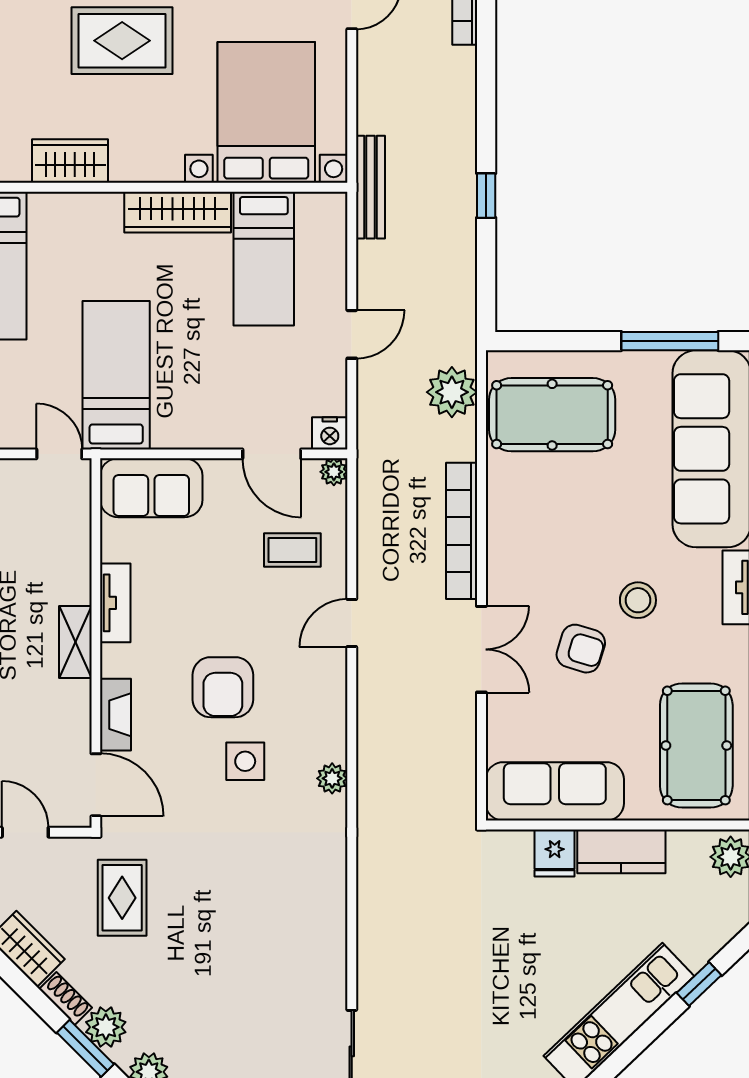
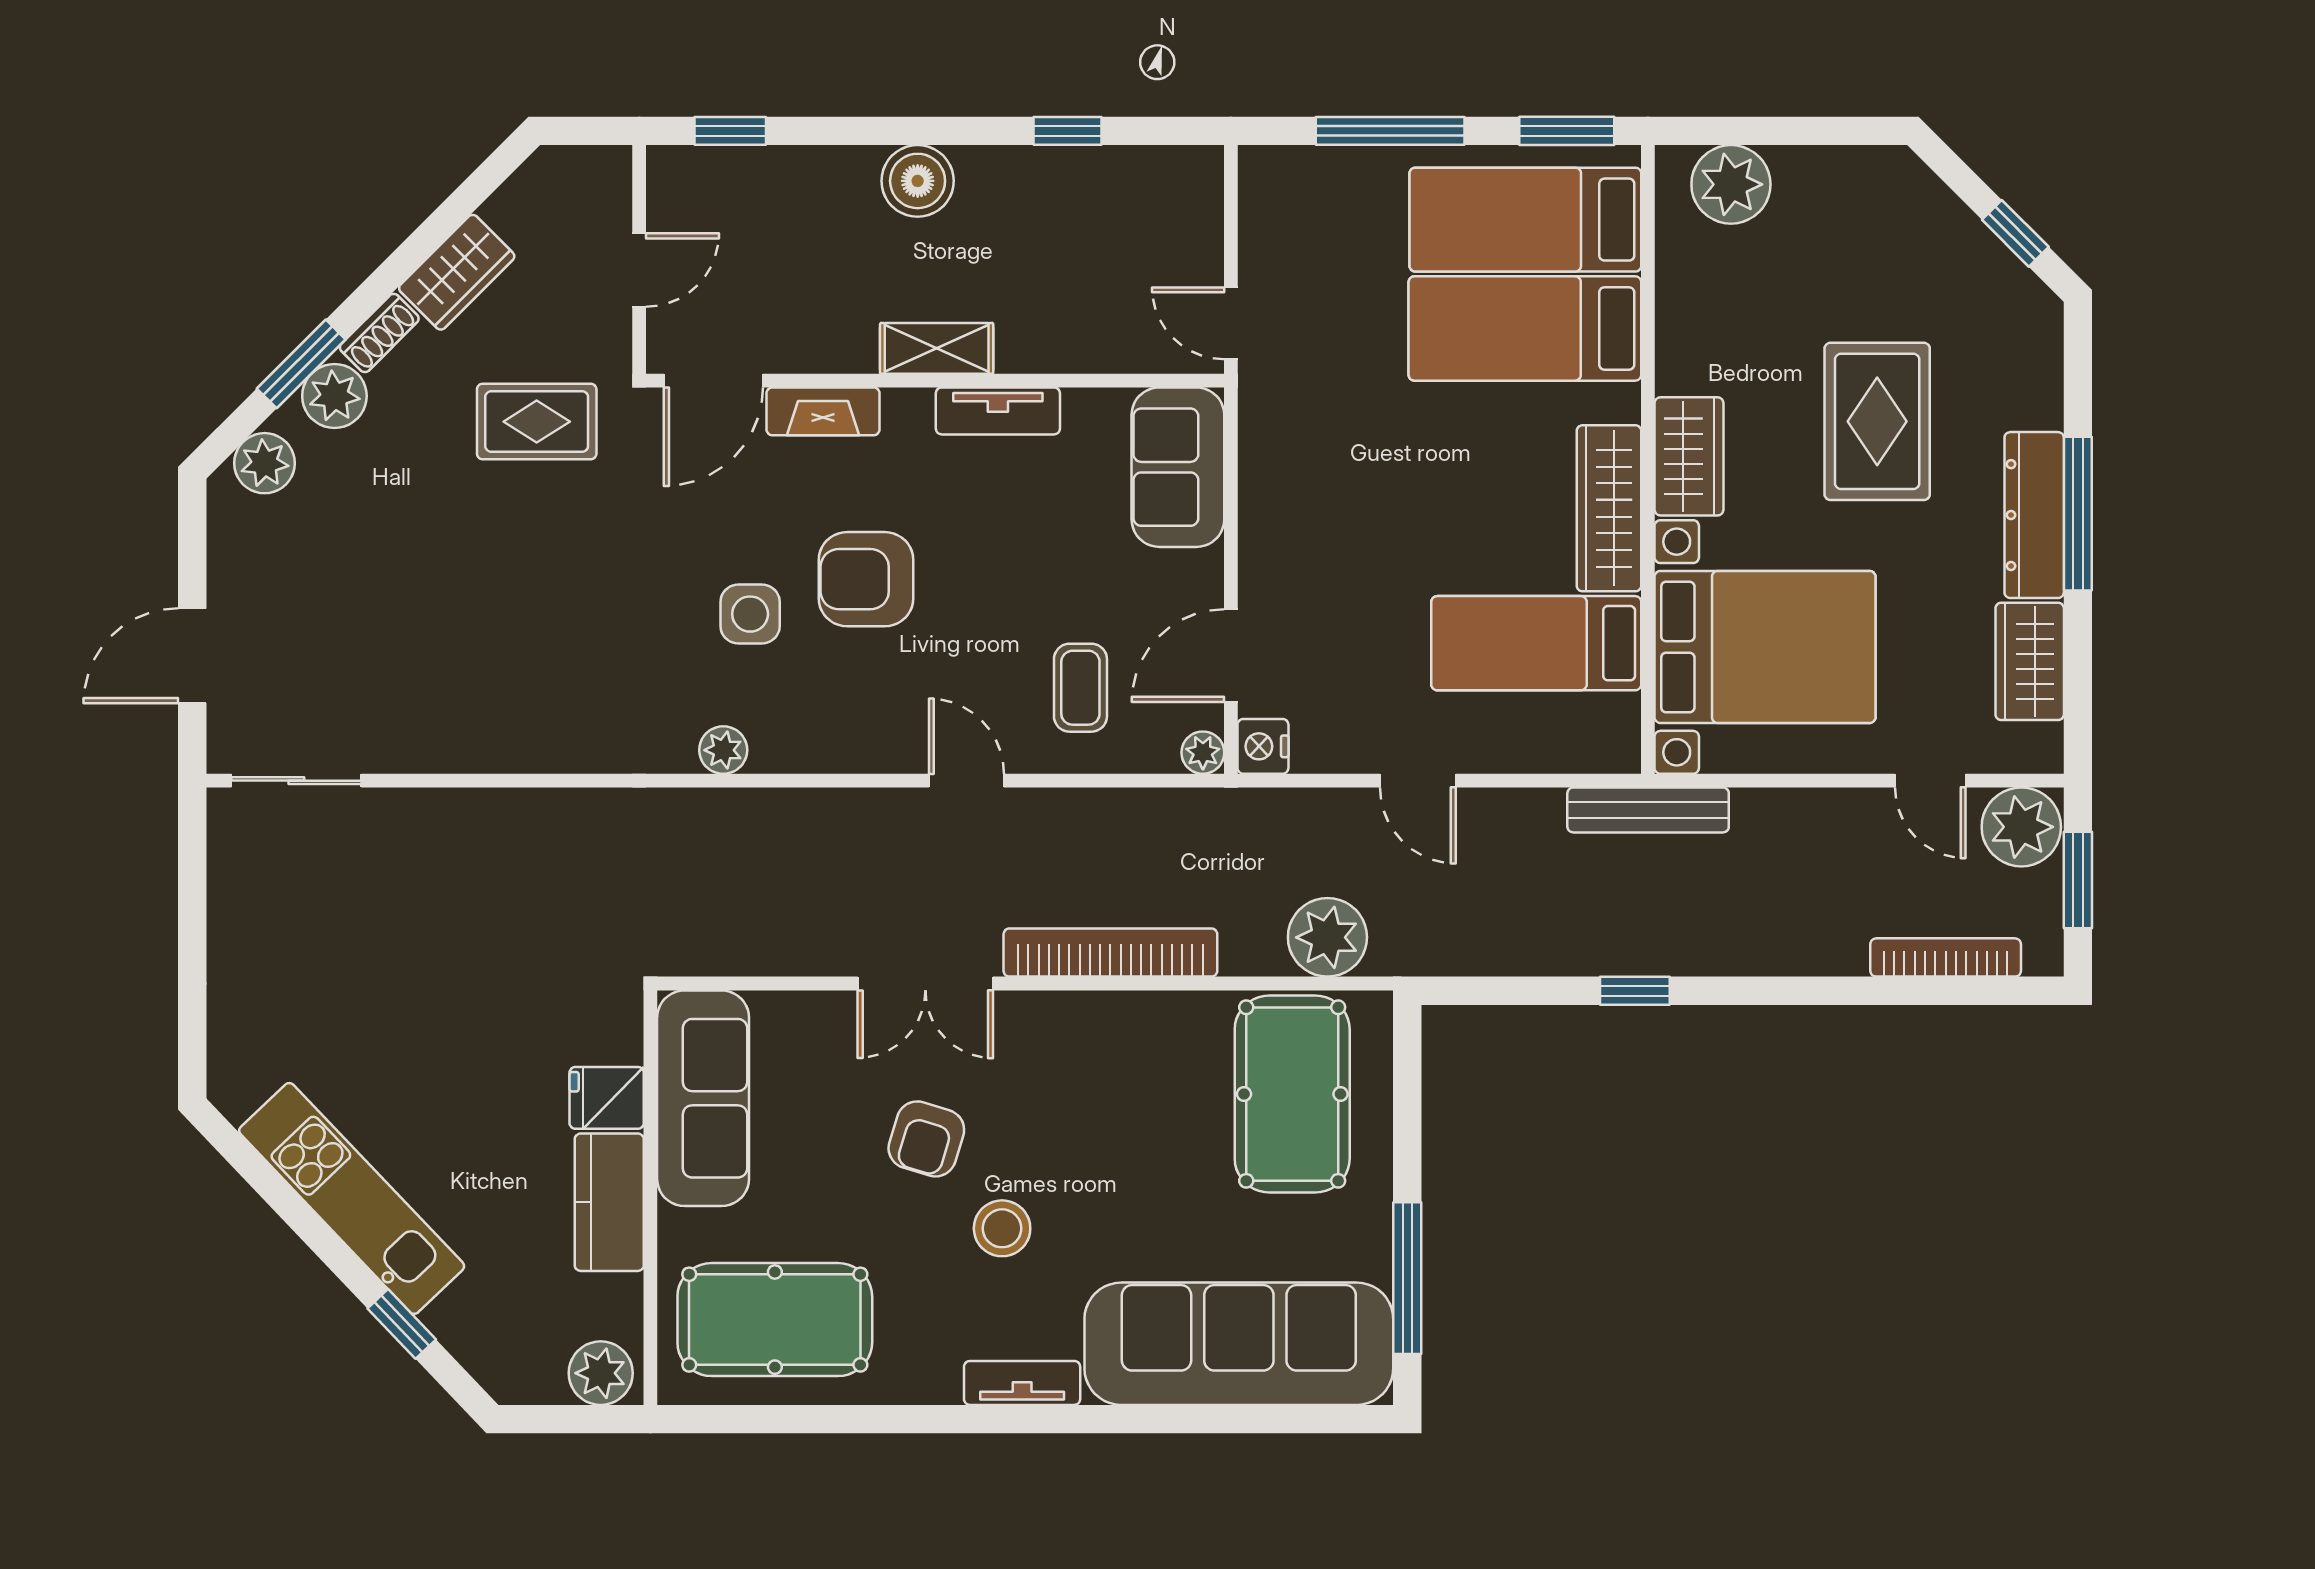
wardrobe: (70, 161) -> (1689, 456), moved
bed: (116, 375) -> (1525, 328), moved, turned 180
door: (59, 454) -> (1231, 323), swing flipped

